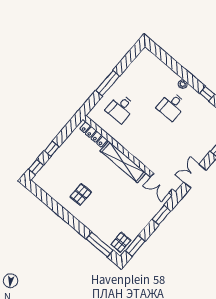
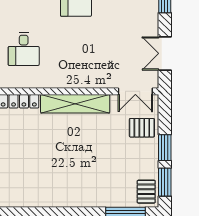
pallet: (81, 194) -> (142, 128), moved, turned 90
window: (161, 215) -> (165, 148), moved

